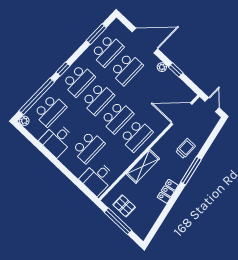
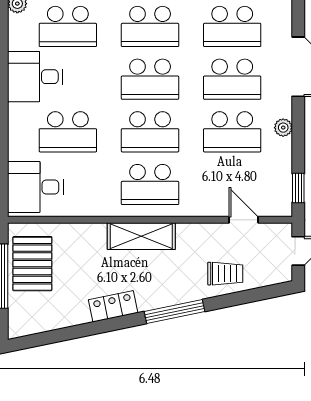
window: (176, 70) -> (298, 188), moved
school desk: (146, 87) -> (232, 132), added
door: (182, 114) -> (244, 220), width x0.53
trolley: (185, 149) -> (225, 274), moved
shelving: (143, 166) -> (141, 236), moved
pallet: (124, 206) -> (32, 264), width x1.50, depth x1.42

